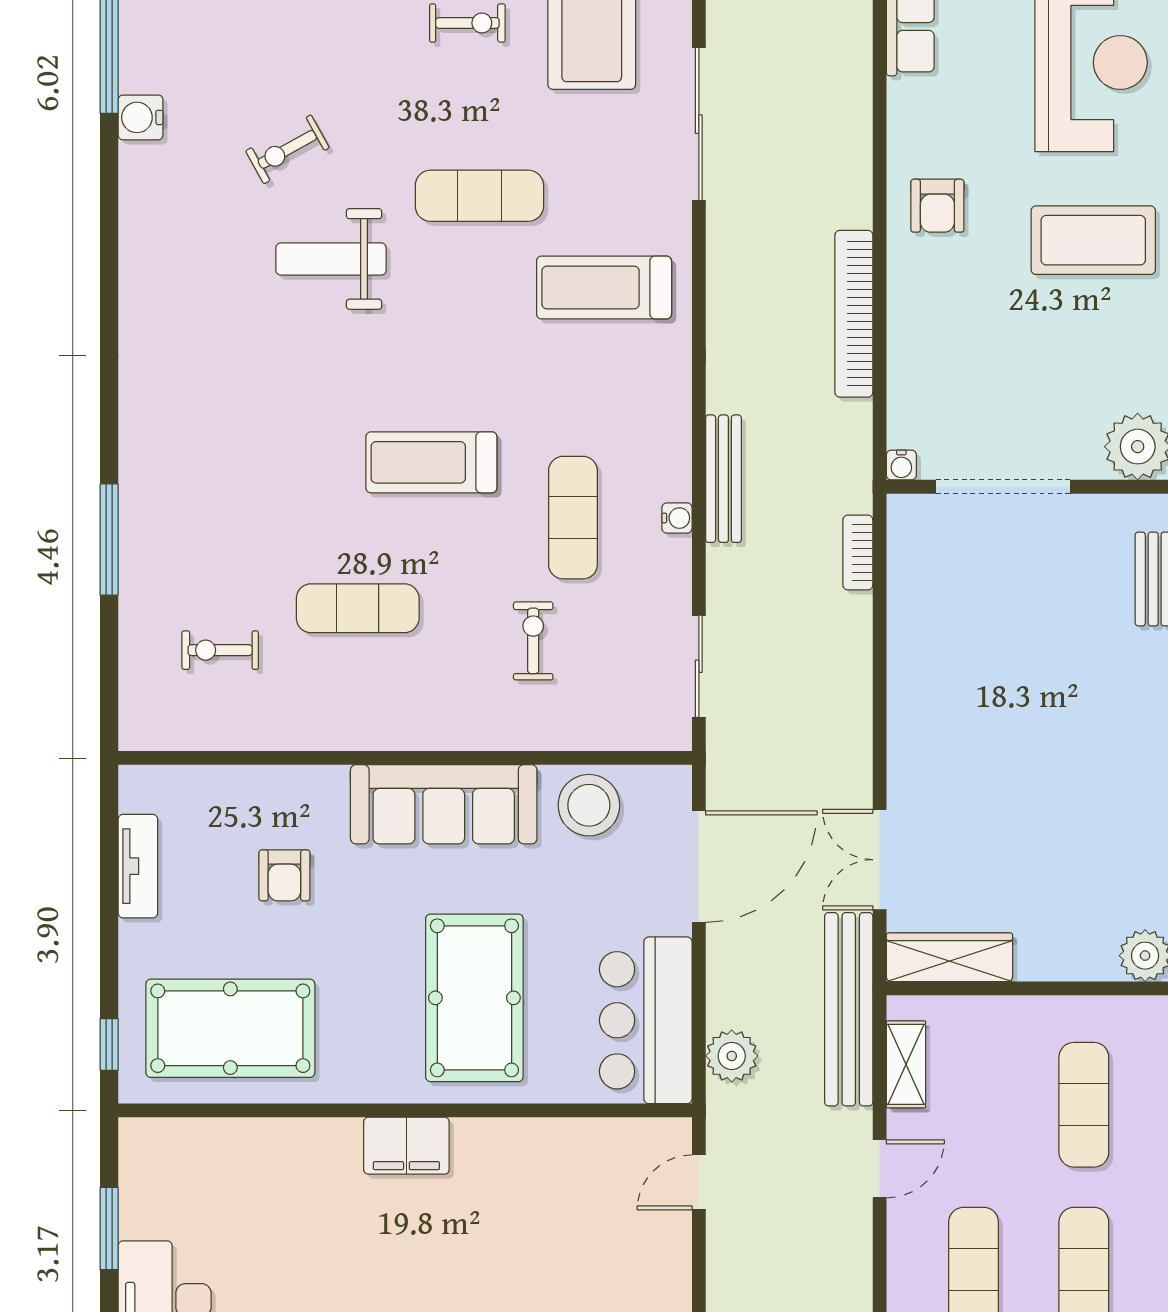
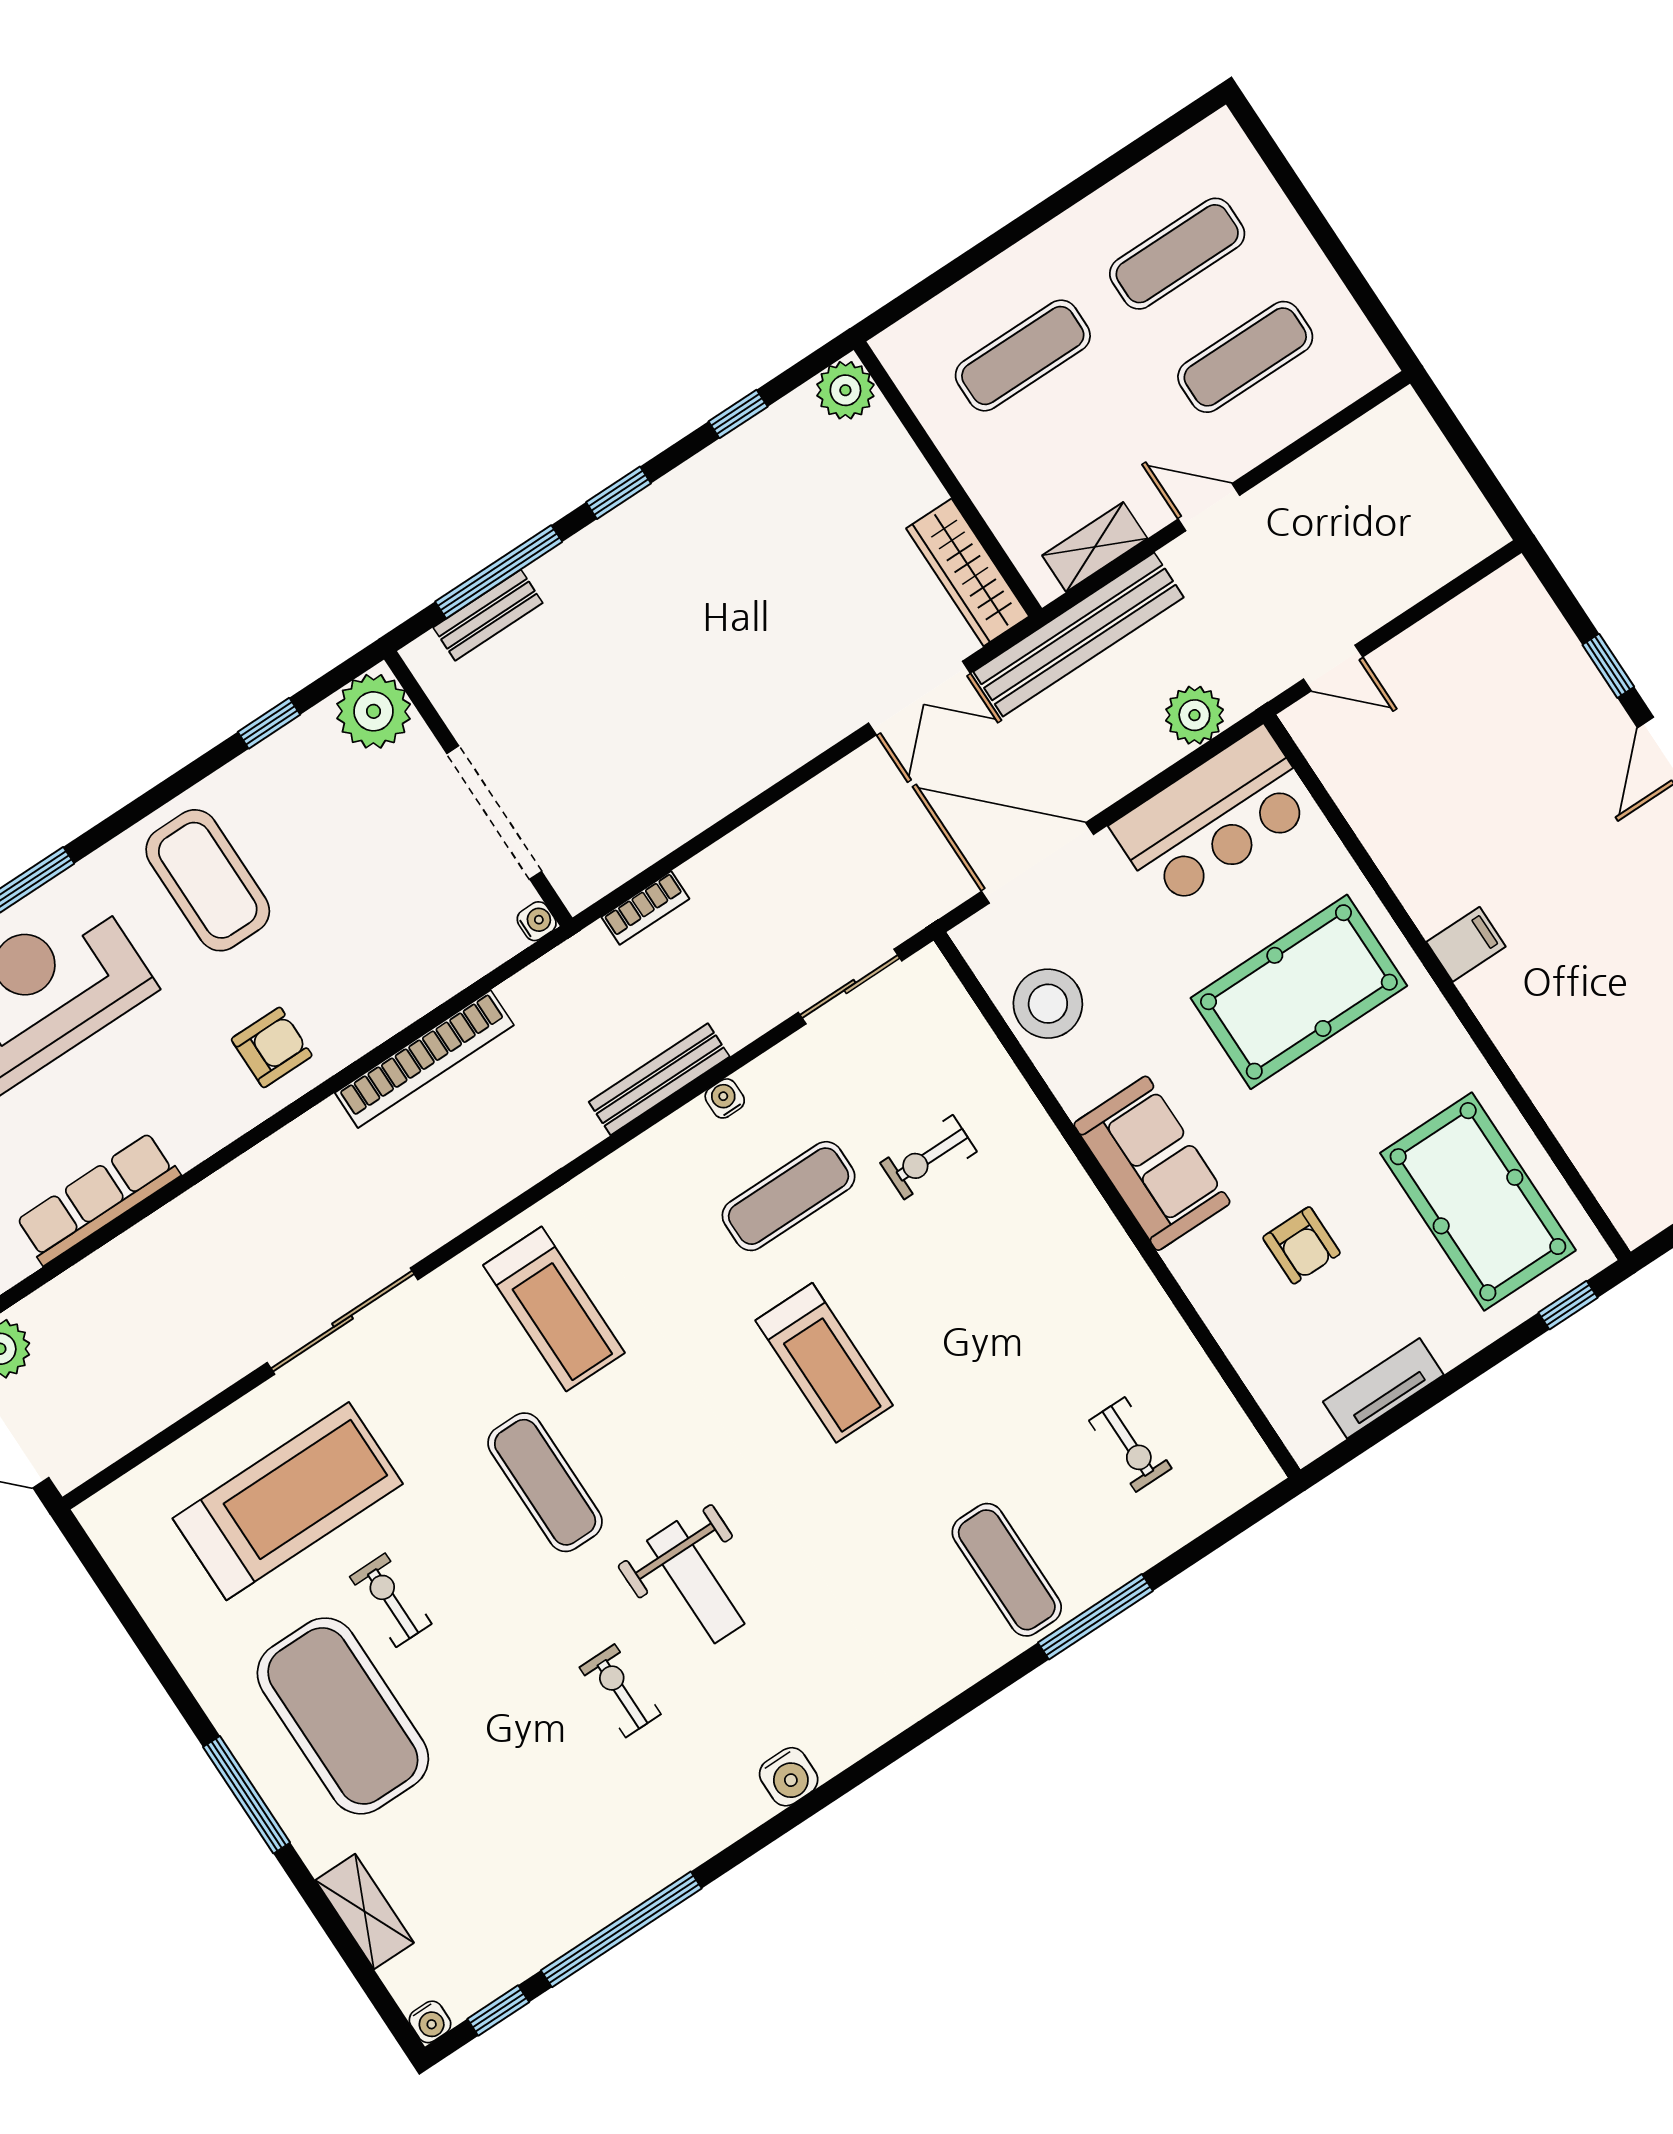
water cooler: (141, 117) -> (789, 1777), moved
exercise bike: (287, 149) -> (620, 1691), turned -151
exercise mat: (358, 608) -> (1007, 1570), moved
sofa: (444, 804) -> (1152, 1163), width x0.73
armchair: (284, 875) -> (1302, 1245), turned 90
filing cabinet: (406, 1146) -> (1466, 944), width x0.50

